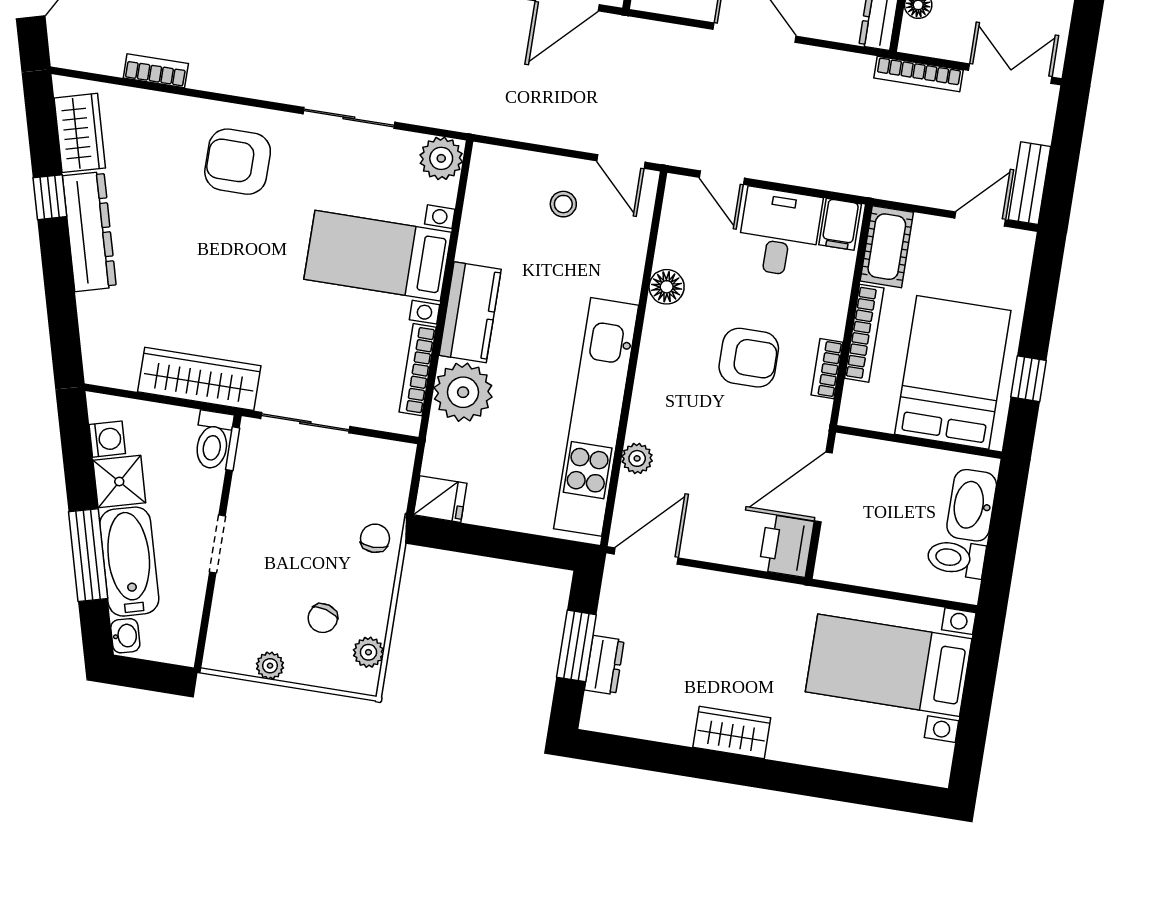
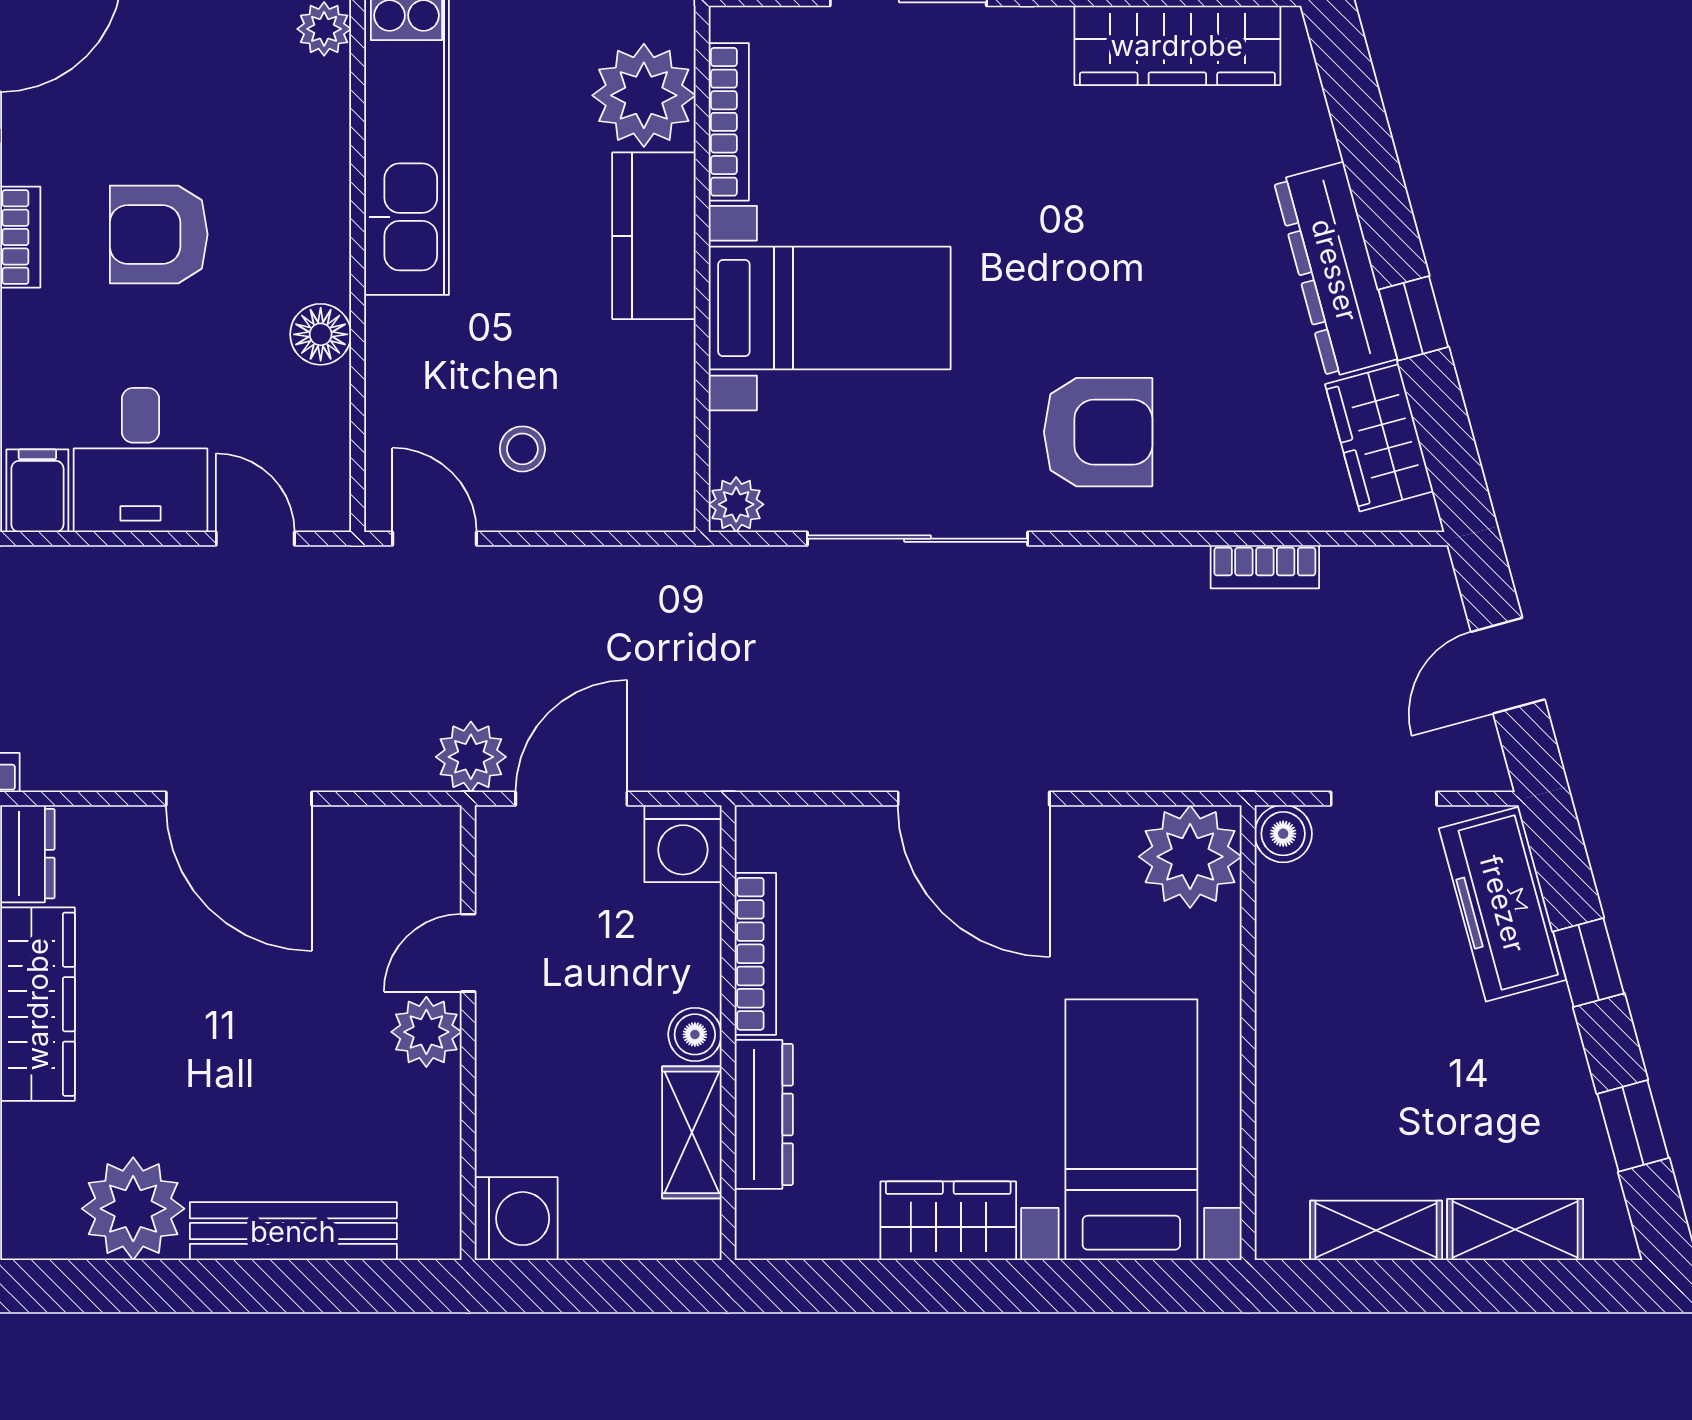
plant: (620, 35) -> (471, 757), added
sliding door: (349, 118) -> (917, 539), width x1.37
plant: (441, 158) -> (736, 504), width x0.73, depth x0.73
wardrobe: (199, 379) -> (1177, 45), moved

